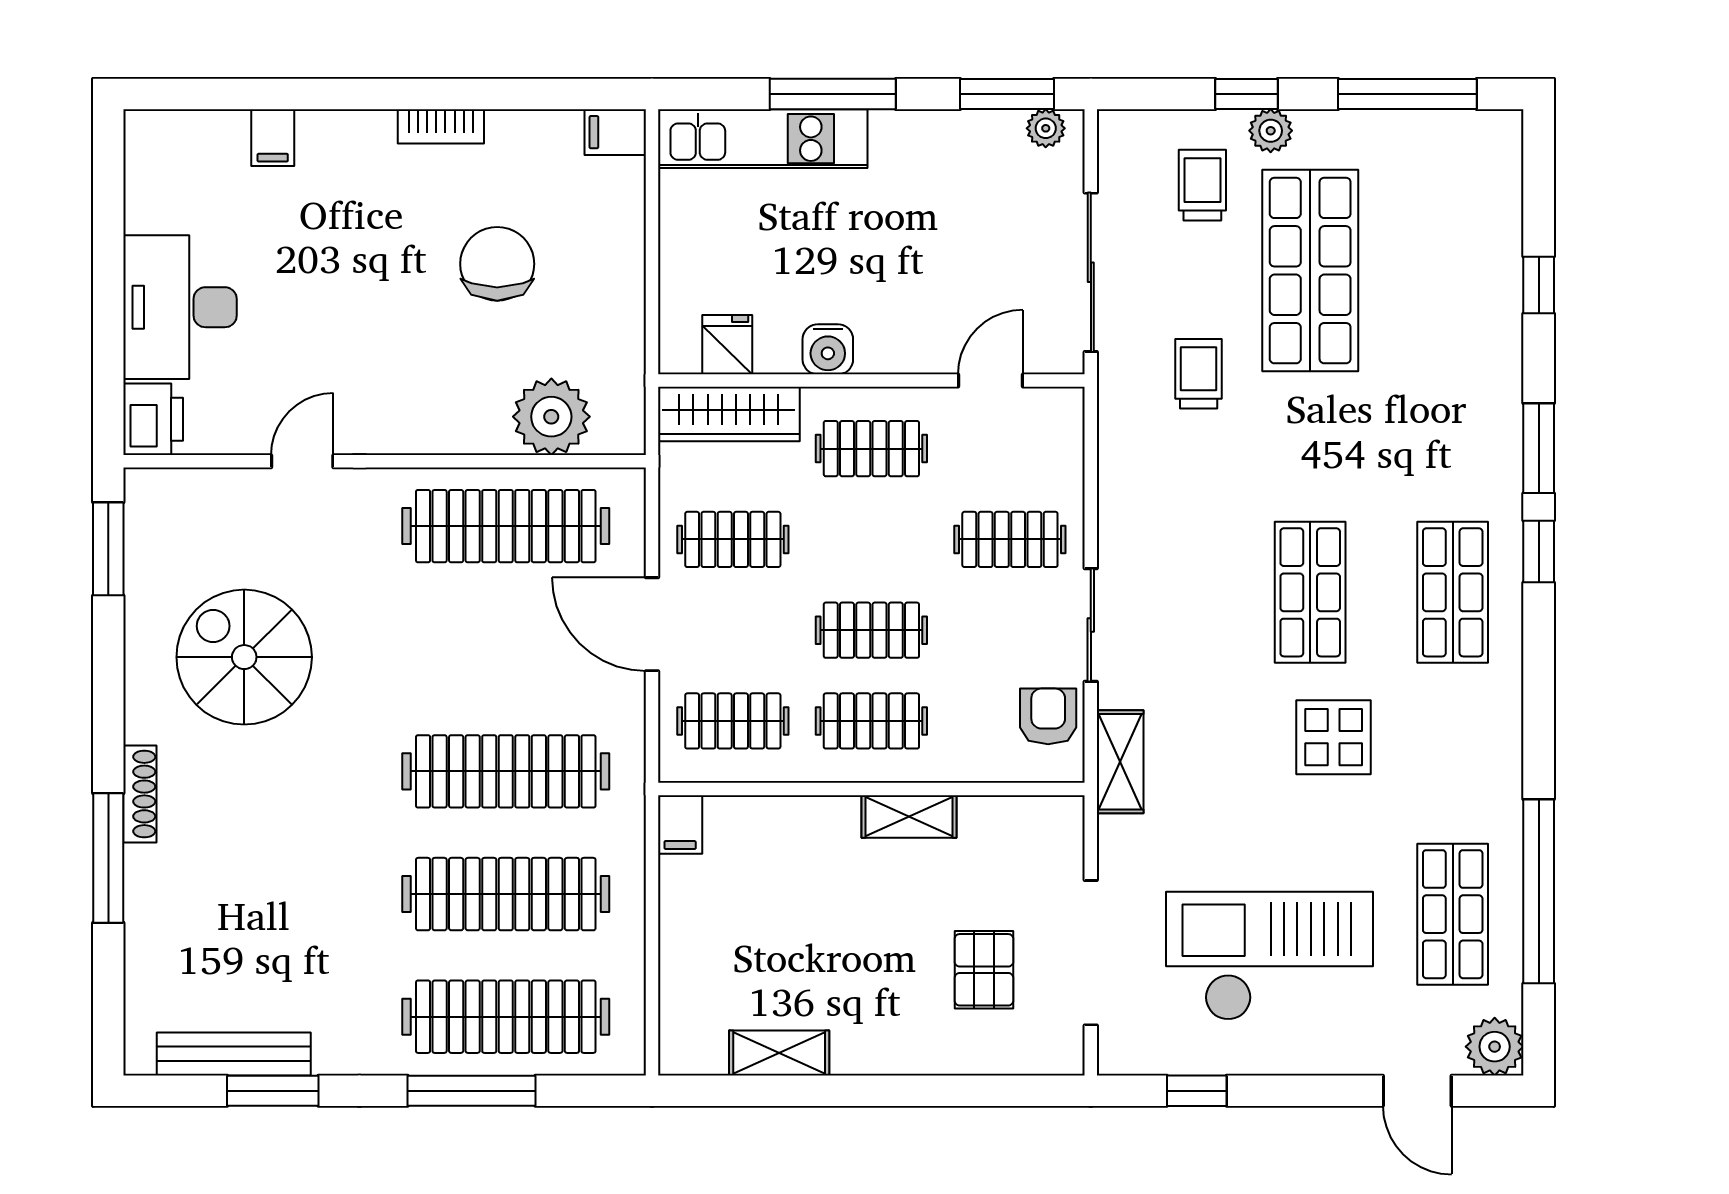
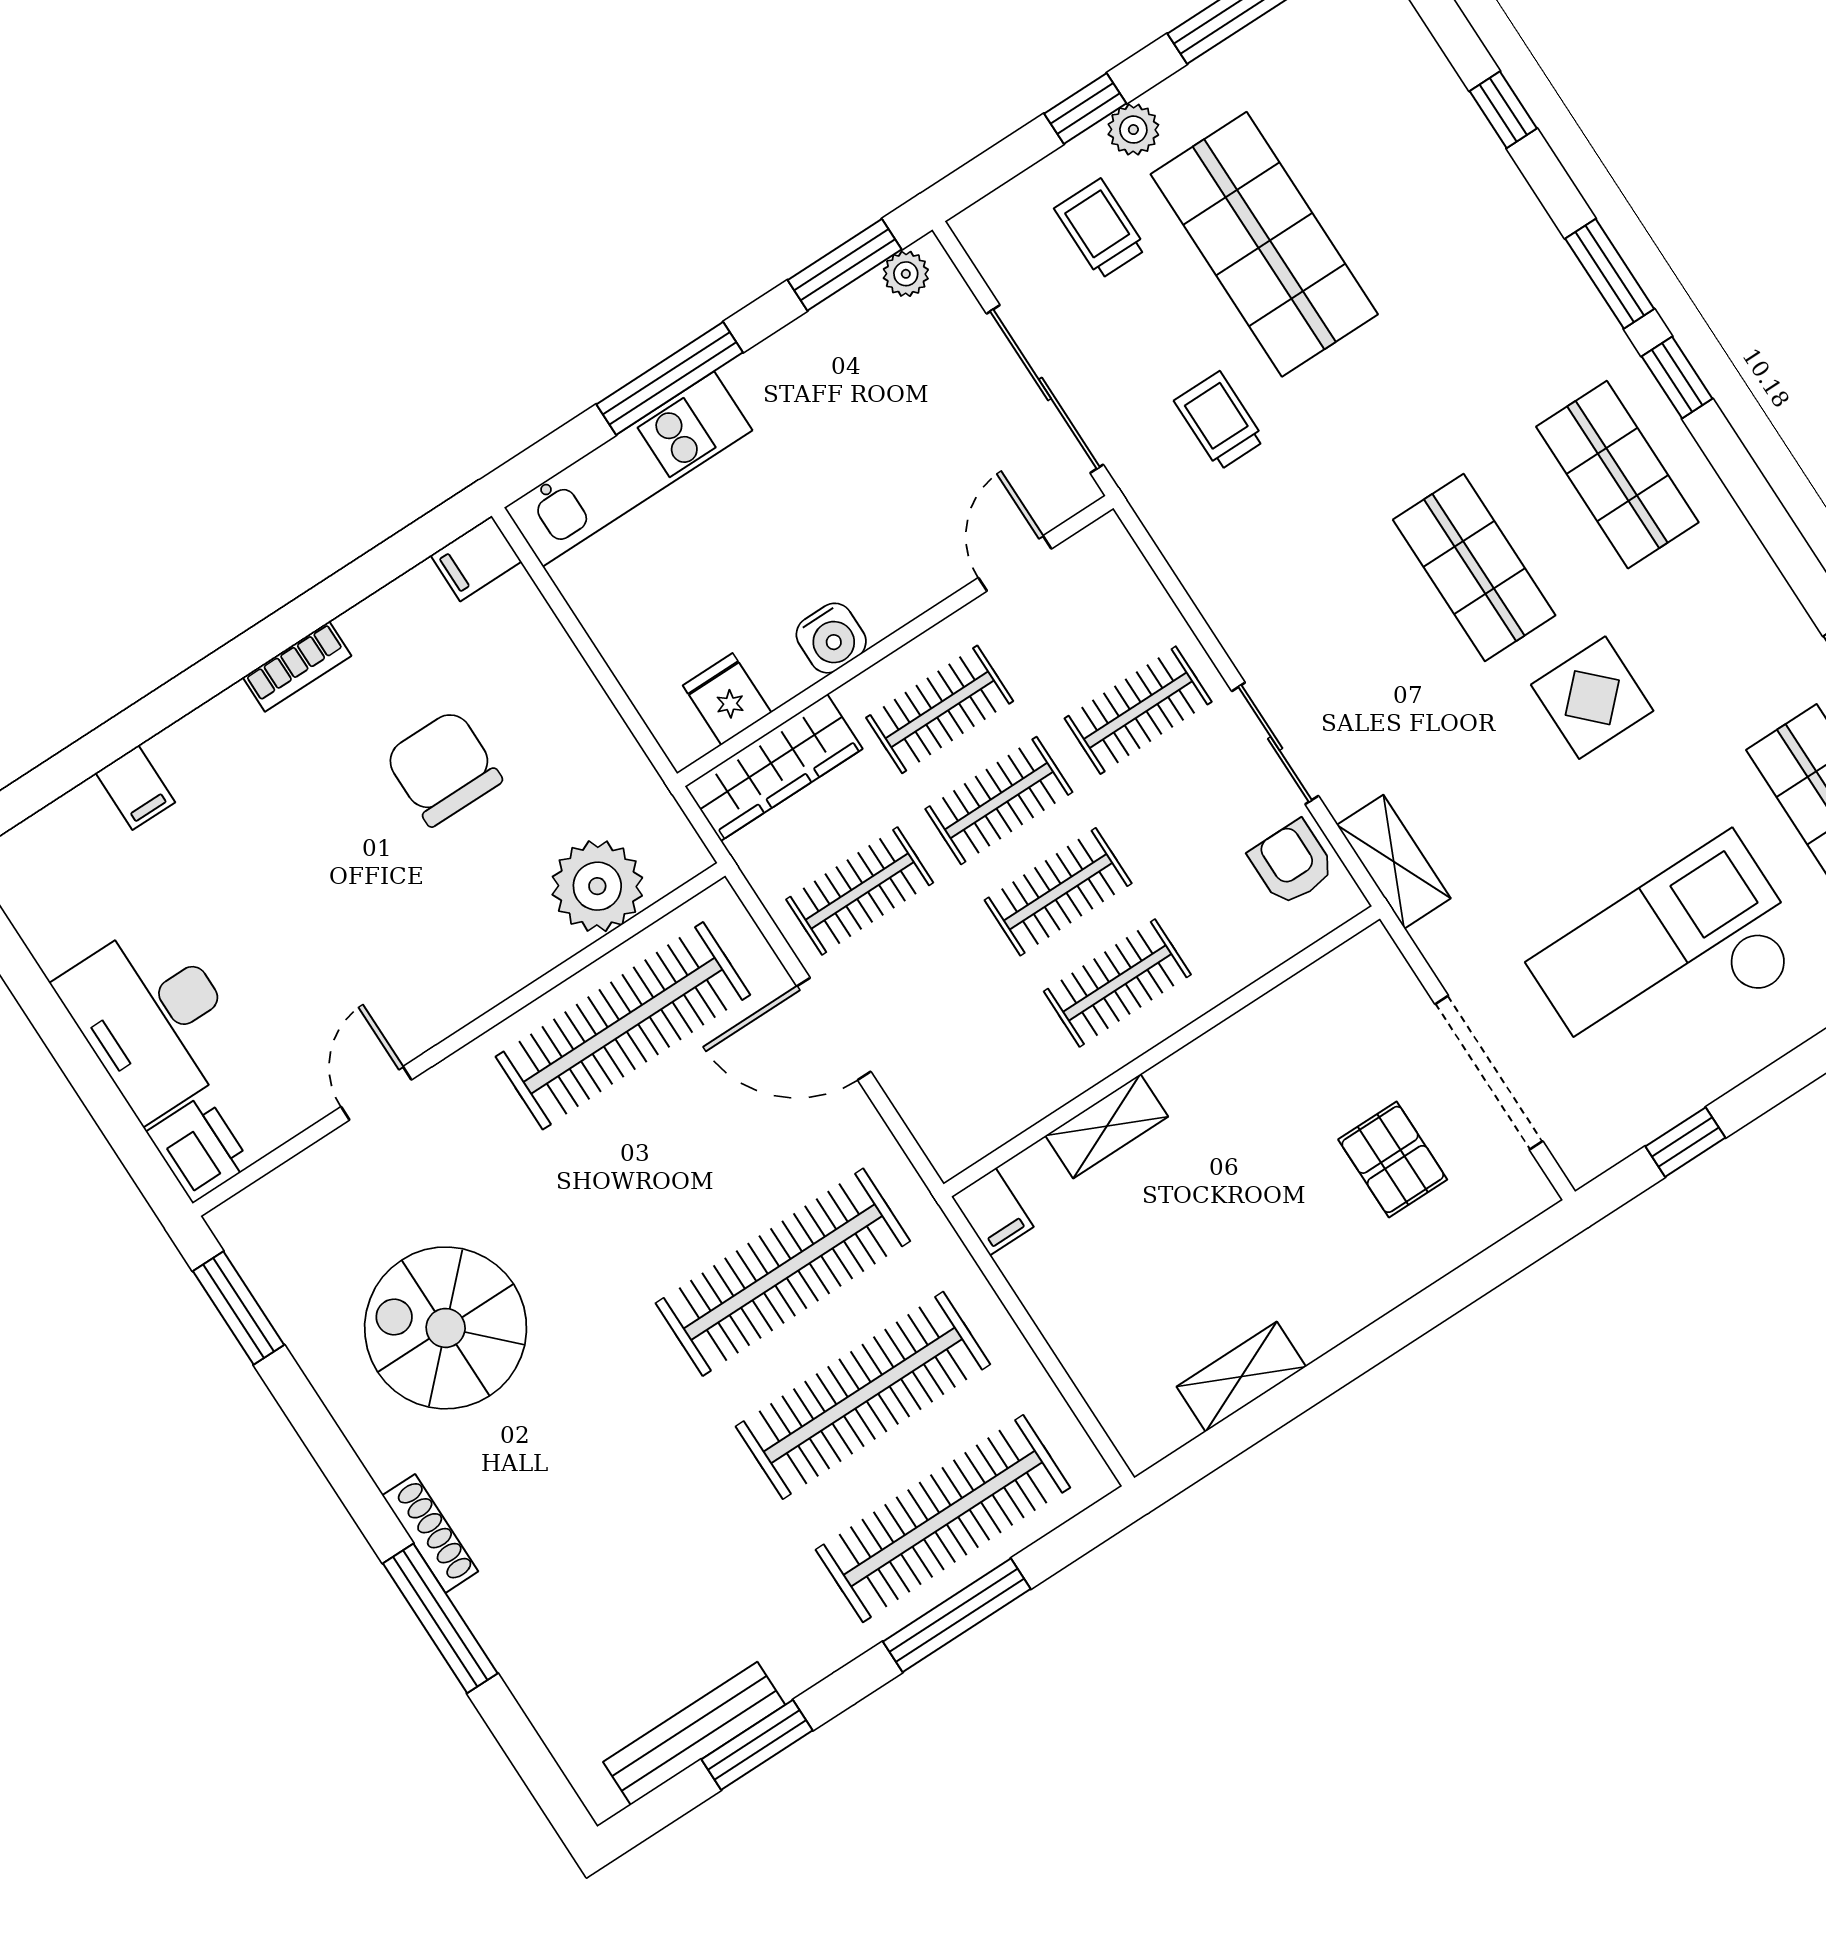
clothes rail: (733, 721) -> (999, 801), moved
shelving: (909, 816) -> (1107, 1126), moved

